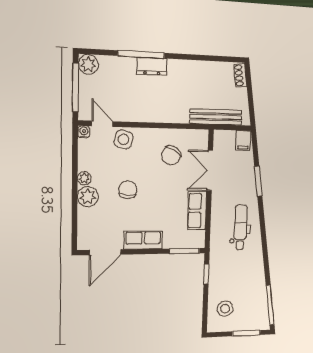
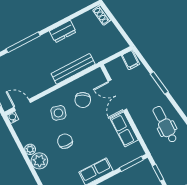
dresser: (152, 66) -> (63, 31), moved
bench: (216, 117) -> (73, 69), moved
side table: (124, 139) -> (58, 113), moved

